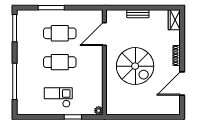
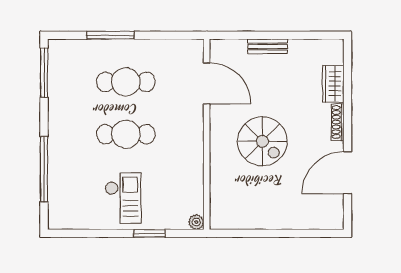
wardrobe: (174, 20) -> (333, 84), moved
door: (104, 34) -> (207, 83), swing flipped
spiral stairs: (135, 66) -> (262, 141), width x0.73, depth x0.73
checkout: (58, 97) -> (123, 198), turned 90

